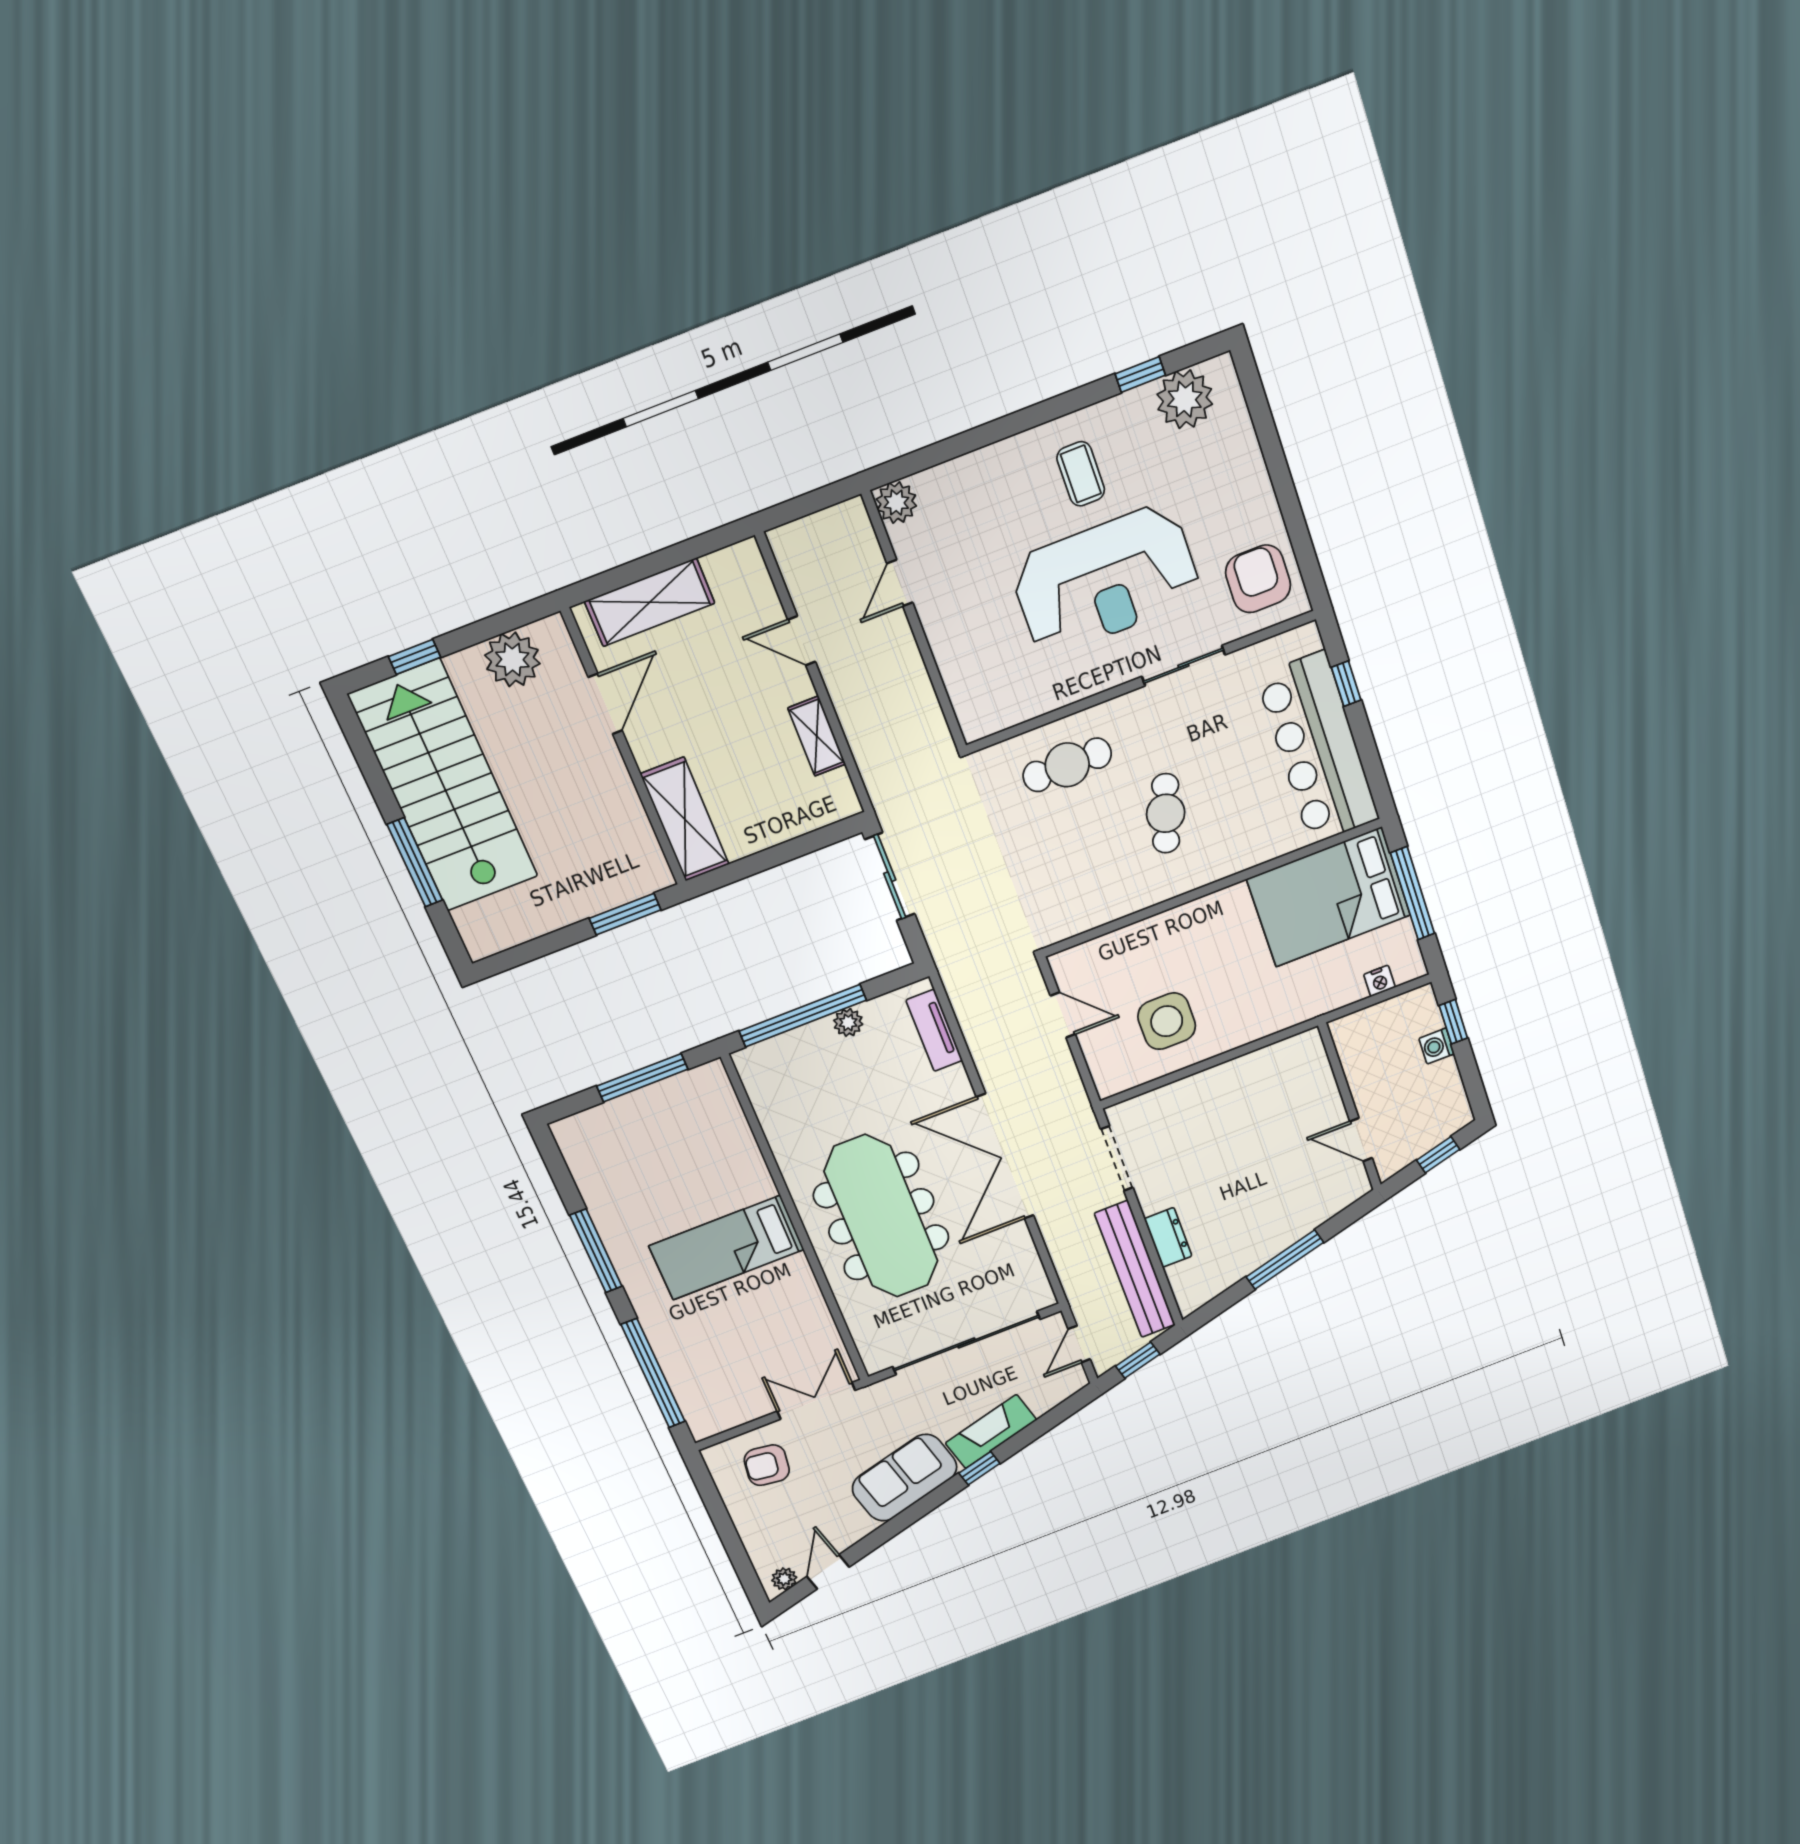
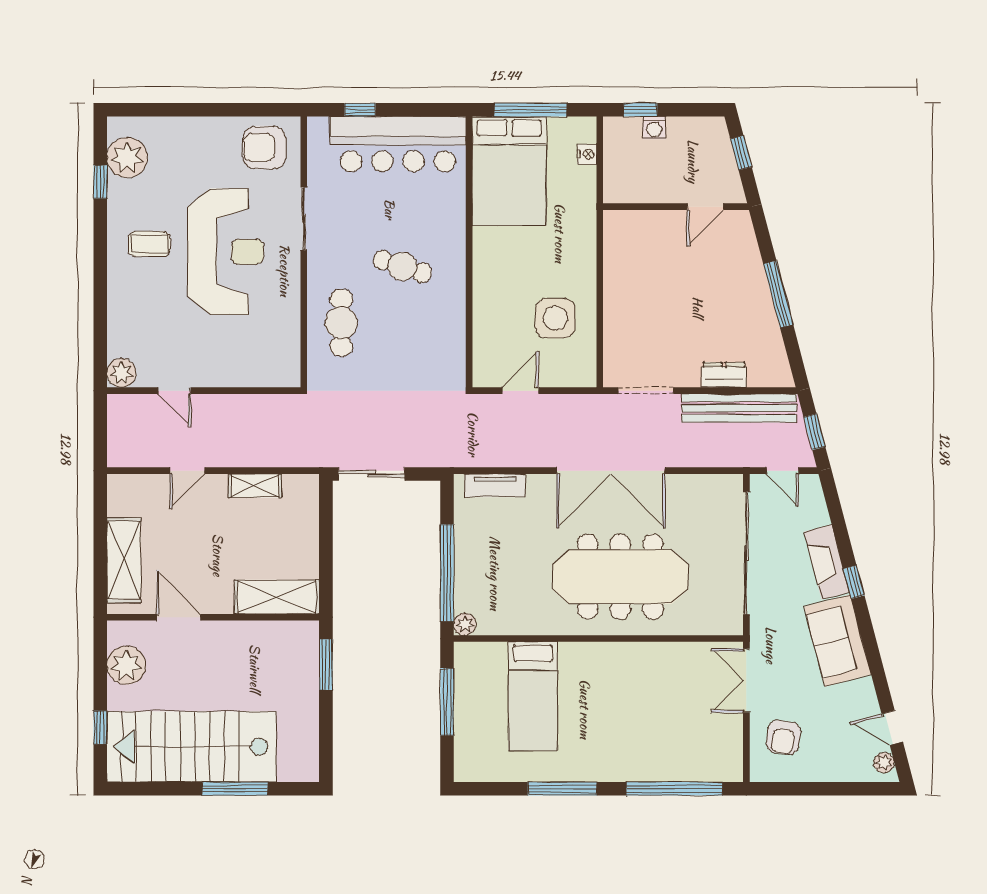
plant: (848, 1022) -> (465, 624), moved
bed: (727, 1248) -> (533, 696), moved

